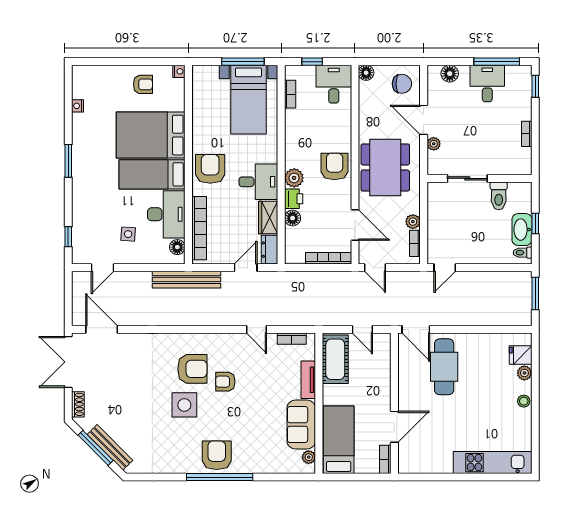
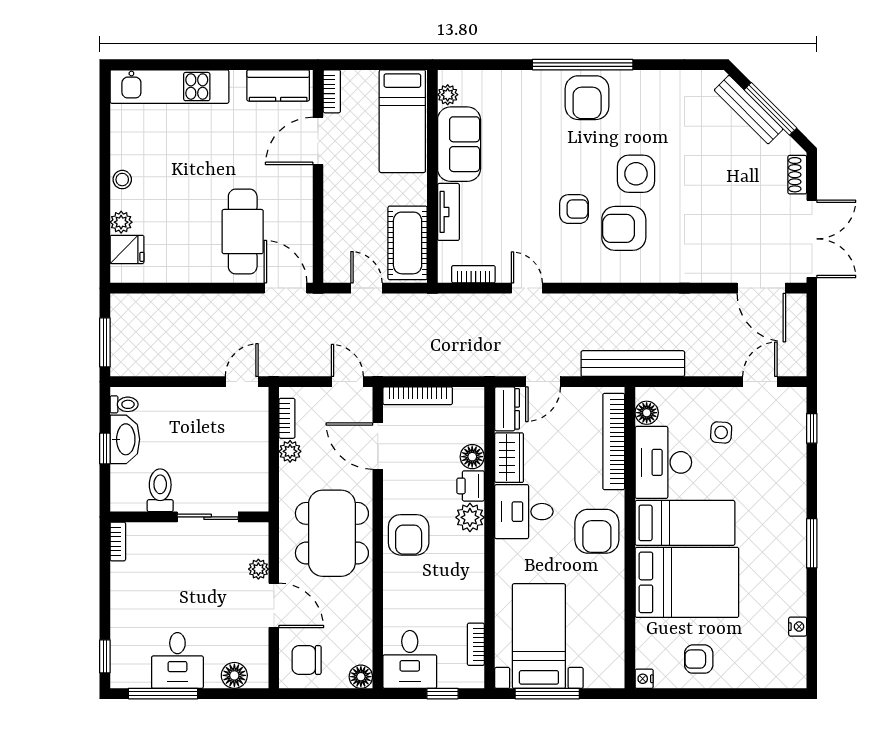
bookcase: (527, 134) -> (118, 541), moved
kitchen counter: (421, 463) -> (278, 85), added

